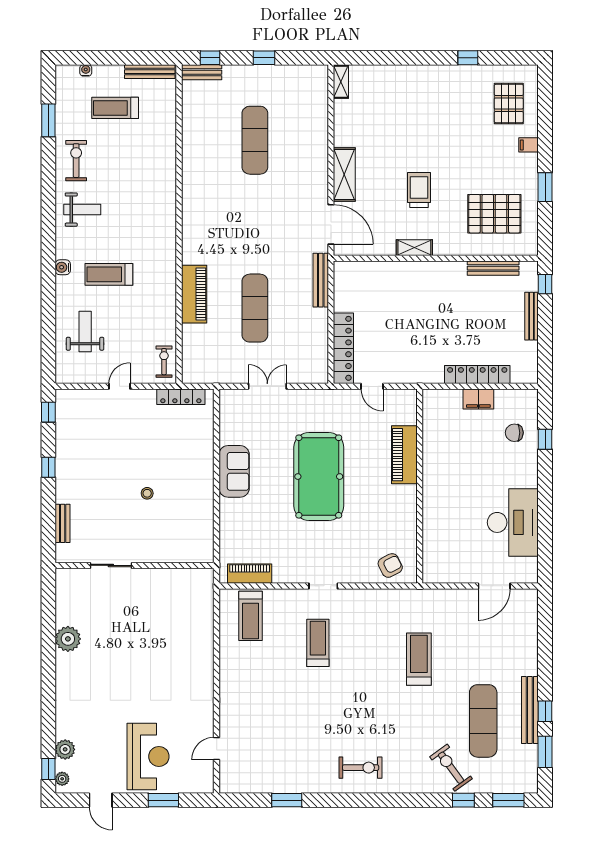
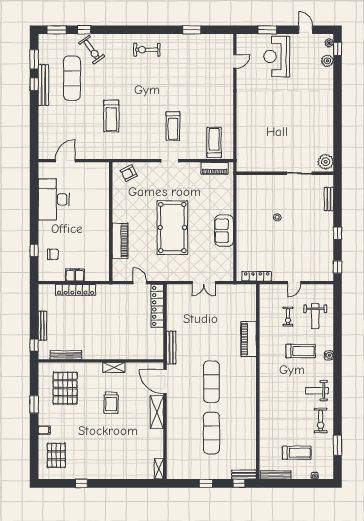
pallet: (494, 214) -> (65, 388), turned 90
exercise mat: (255, 308) -> (211, 382), moved
exercise bike: (164, 362) -> (288, 317), moved
plant: (68, 639) -> (326, 162), moved

